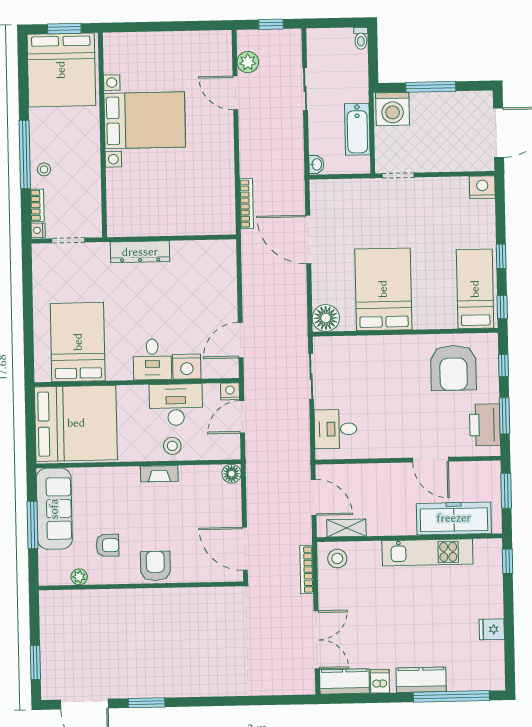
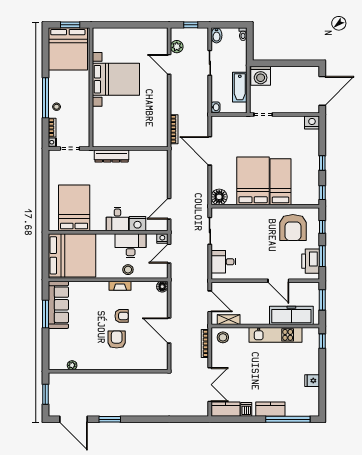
bidet: (316, 41) -> (217, 35), added
window: (431, 87) -> (283, 63), removed
bed: (475, 289) -> (281, 182), moved
armchair: (107, 545) -> (122, 316), moved
plant: (79, 577) -> (72, 365), moved
wall: (141, 586) -> (108, 371), moved

